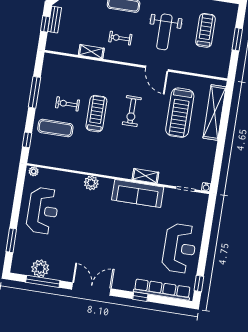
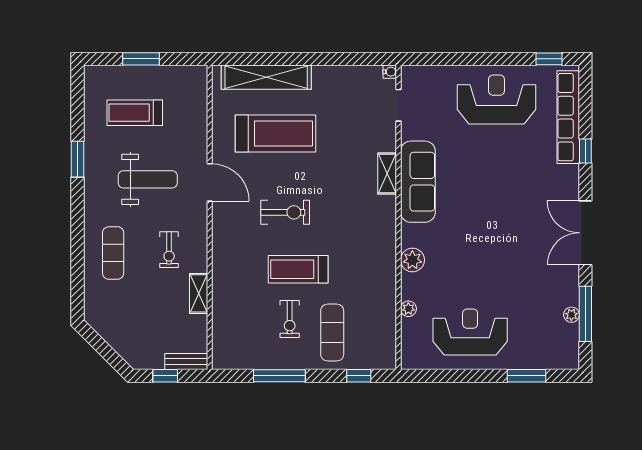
bench: (55, 20) -> (186, 361), moved
door: (157, 69) -> (210, 182), hinge flipped
plant: (34, 171) -> (408, 309), moved
plant: (40, 268) -> (571, 315), width x0.53, depth x0.53

